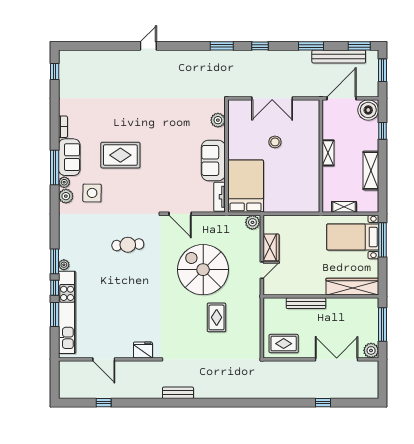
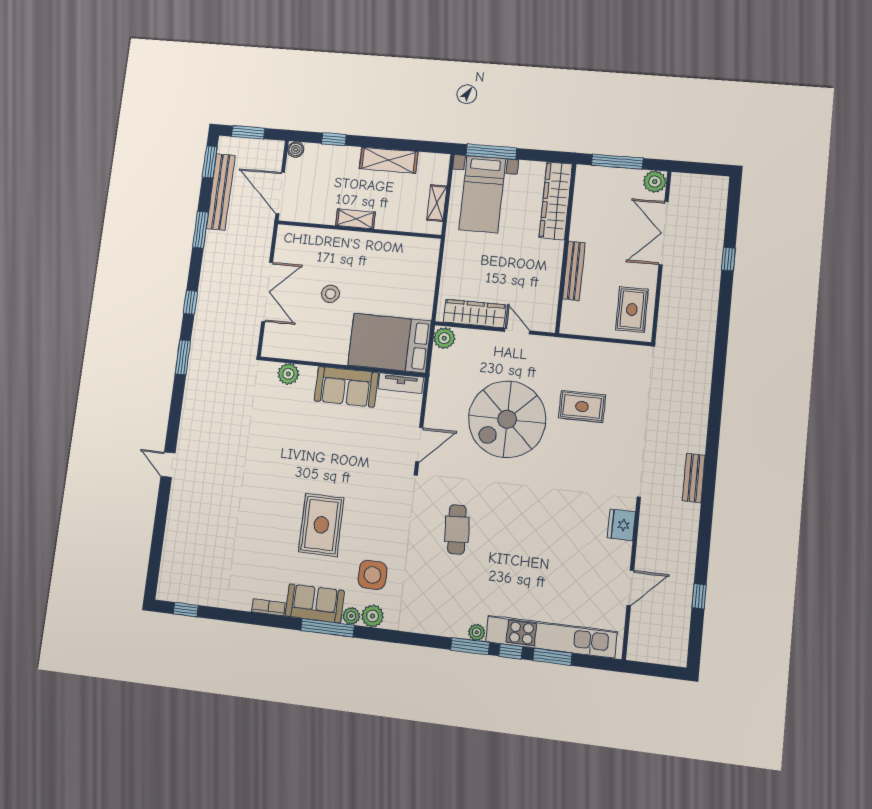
boiler: (368, 110) -> (296, 150), width x0.54, depth x0.54
wardrobe: (271, 247) -> (475, 314), width x1.50

